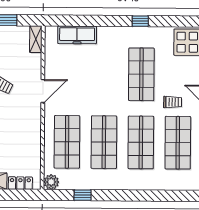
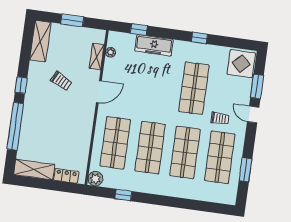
window: (76, 21) -> (139, 30), added
freezer: (77, 35) -> (154, 45), moved
shelving: (36, 39) -> (97, 57), moved
plant: (50, 48) -> (111, 52), added

